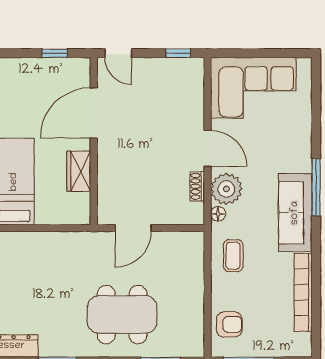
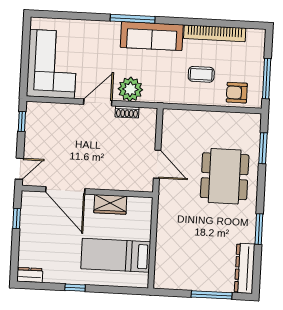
floor lamp: (218, 214) -> (150, 97), removed
coffee table: (233, 256) -> (201, 74), moved
armchair: (229, 324) -> (237, 93), turned -90

